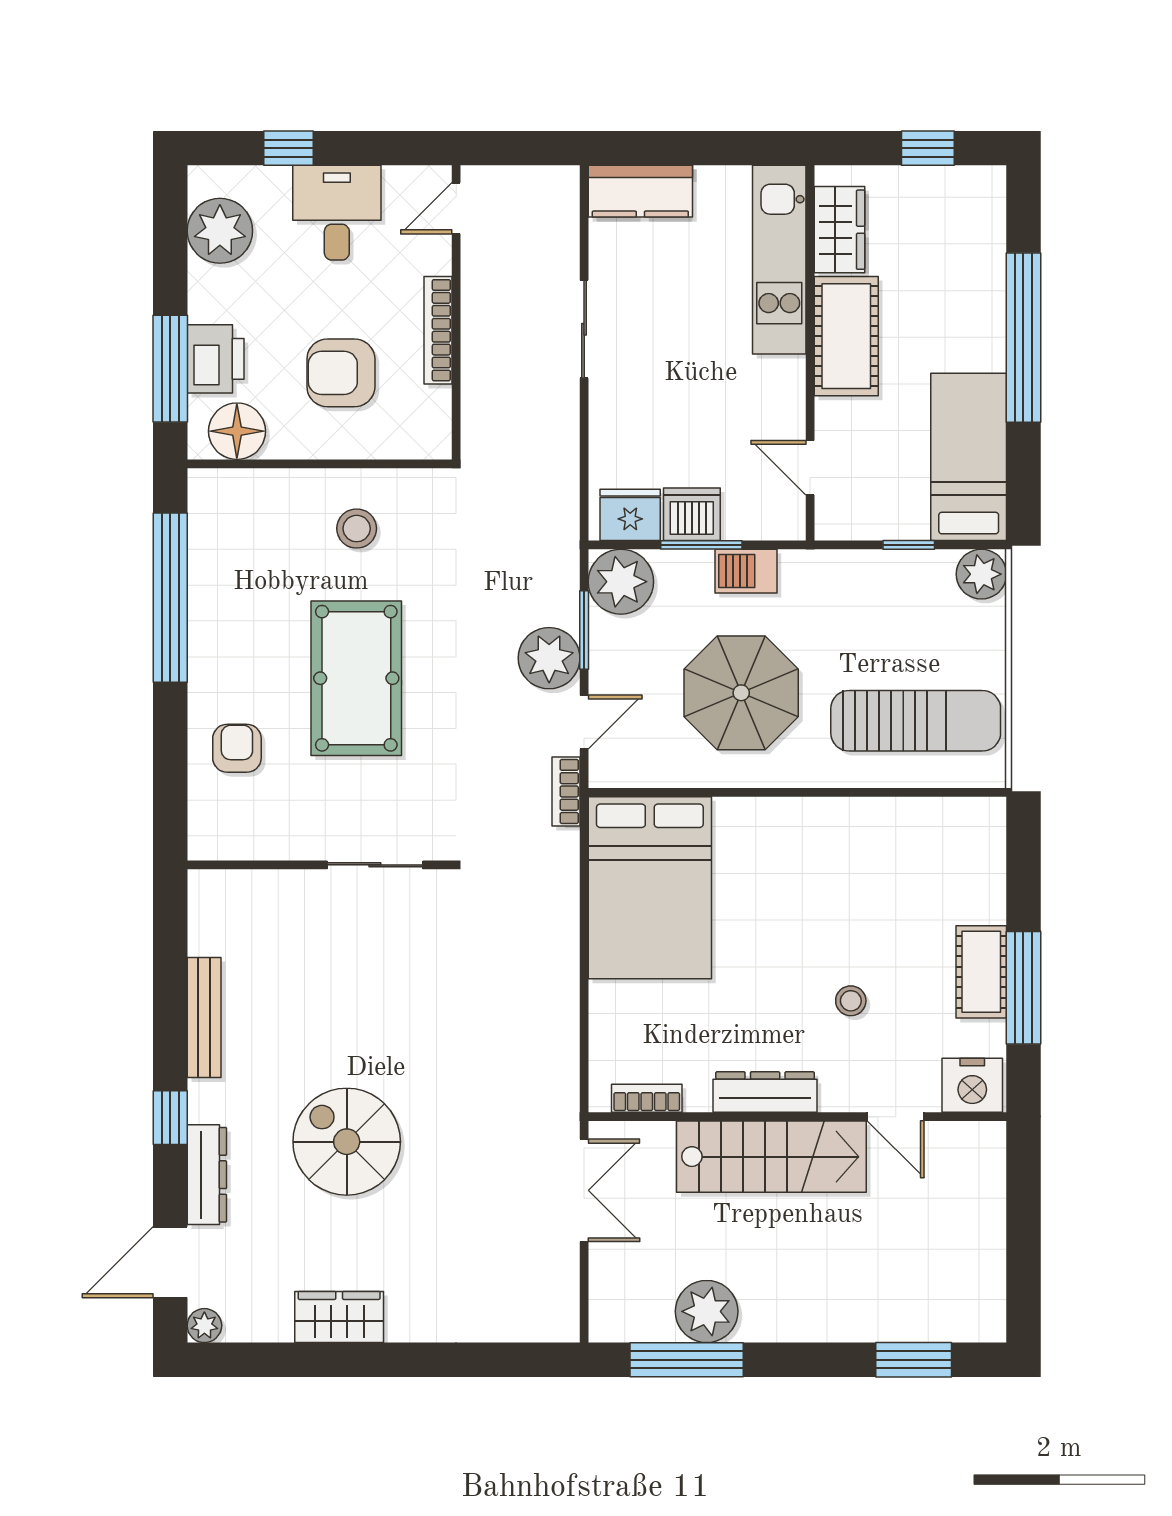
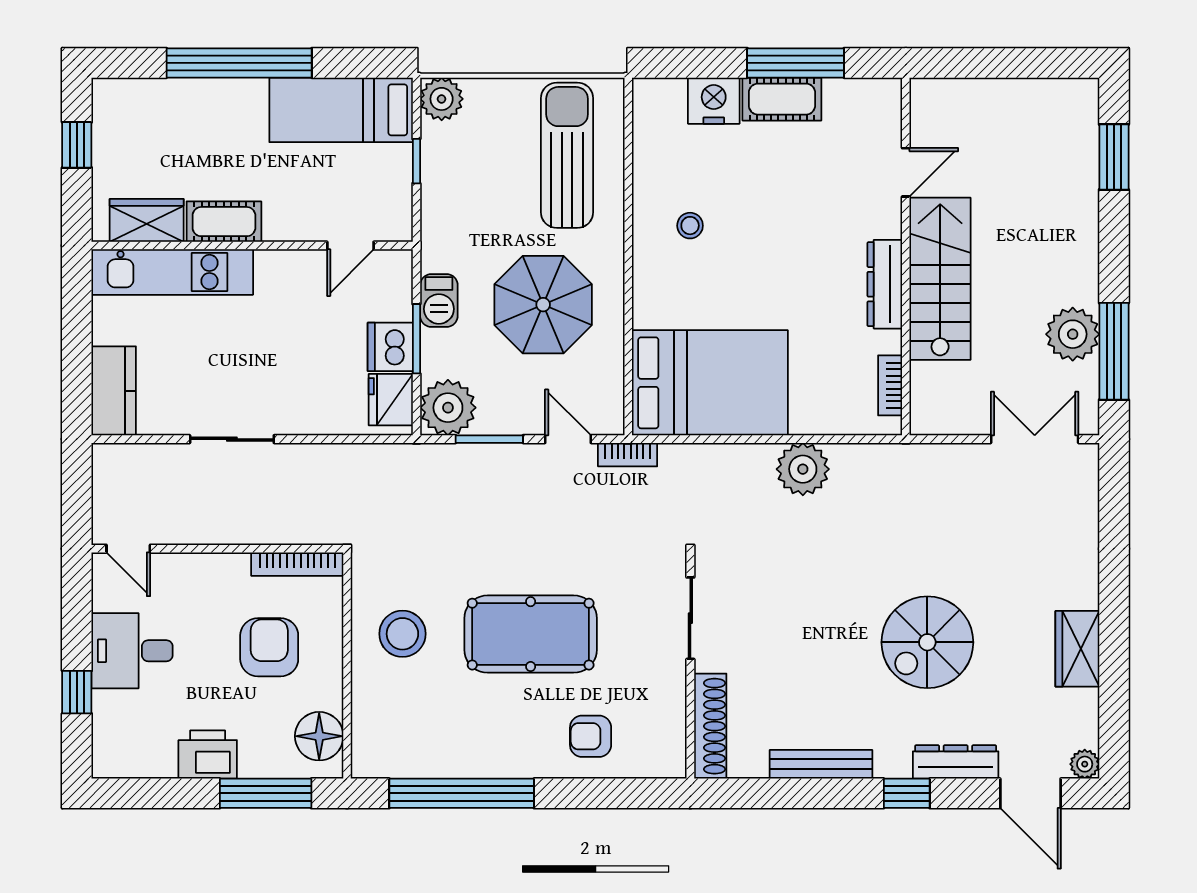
plant: (220, 231) -> (148, 751), removed
bookcase: (438, 330) -> (297, 564), moved
cot: (846, 336) -> (224, 222), width x0.73, depth x0.75
printer: (216, 359) -> (208, 755), moved
armchair: (341, 373) -> (269, 647), turned 180
stool: (357, 529) -> (402, 634), width x1.38, depth x1.38
plant: (549, 658) -> (803, 469), moved
shoe rack: (249, 888) -> (710, 726), added
stool: (851, 1001) -> (690, 226), moved
nightstand: (972, 1085) -> (714, 101), moved, turned -90
double door: (584, 1190) -> (1035, 439), moved

